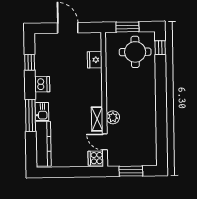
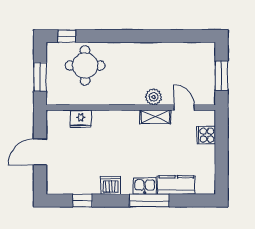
round table: (135, 52) -> (85, 66), moved
door: (105, 142) -> (184, 108), swing flipped
kitchen counter: (43, 144) -> (176, 185), width x0.67
cooker: (96, 158) -> (206, 135), moved, turned 90

